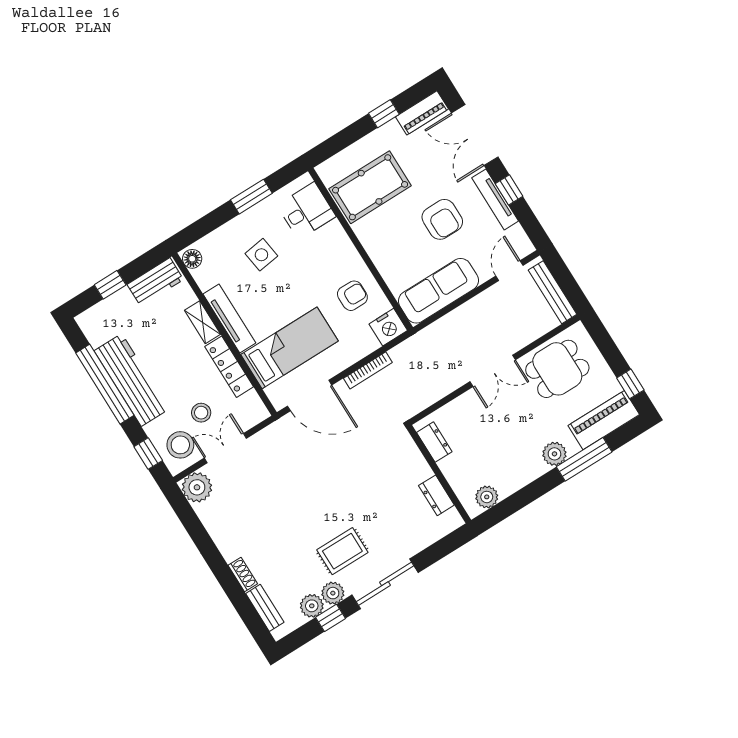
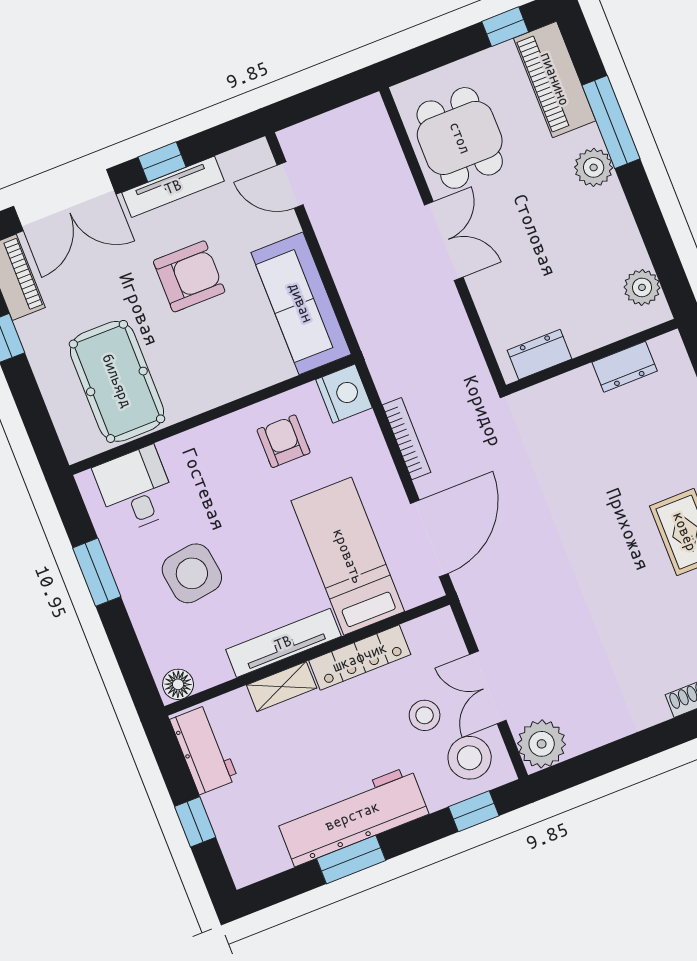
side table: (261, 255) -> (192, 573), width x1.37, depth x1.37
bench: (553, 292) -> (337, 123), removed
window: (105, 384) -> (351, 859), width x0.47

